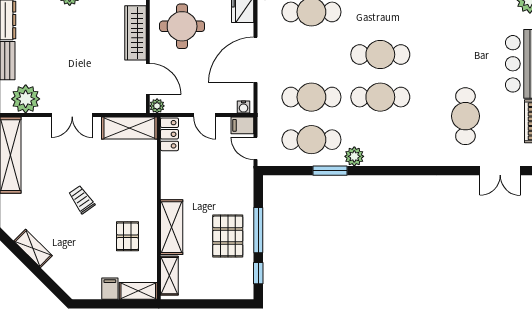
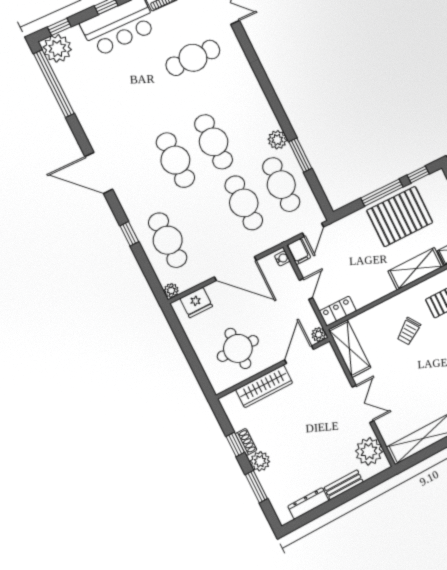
trolley: (82, 200) -> (409, 331), moved
pallet: (228, 236) -> (400, 216), width x1.37, depth x1.41

